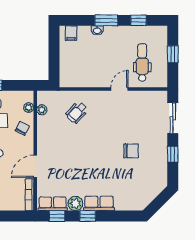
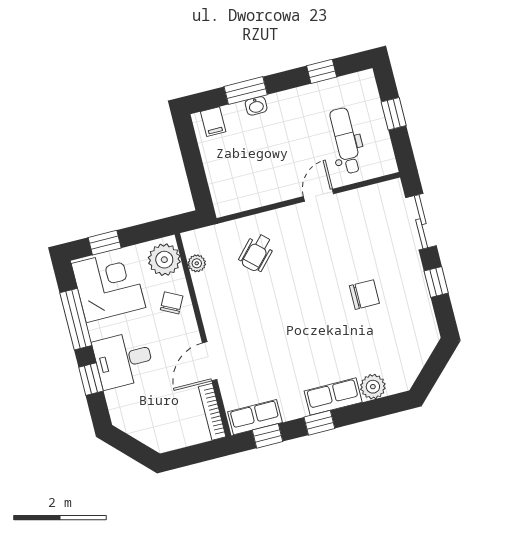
window: (106, 20) -> (246, 91), moved
plant: (29, 108) -> (164, 260), width x1.88, depth x1.88
plant: (75, 203) -> (373, 387), moved

